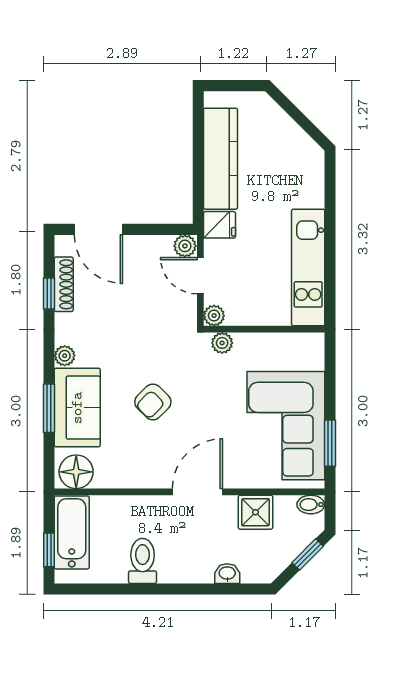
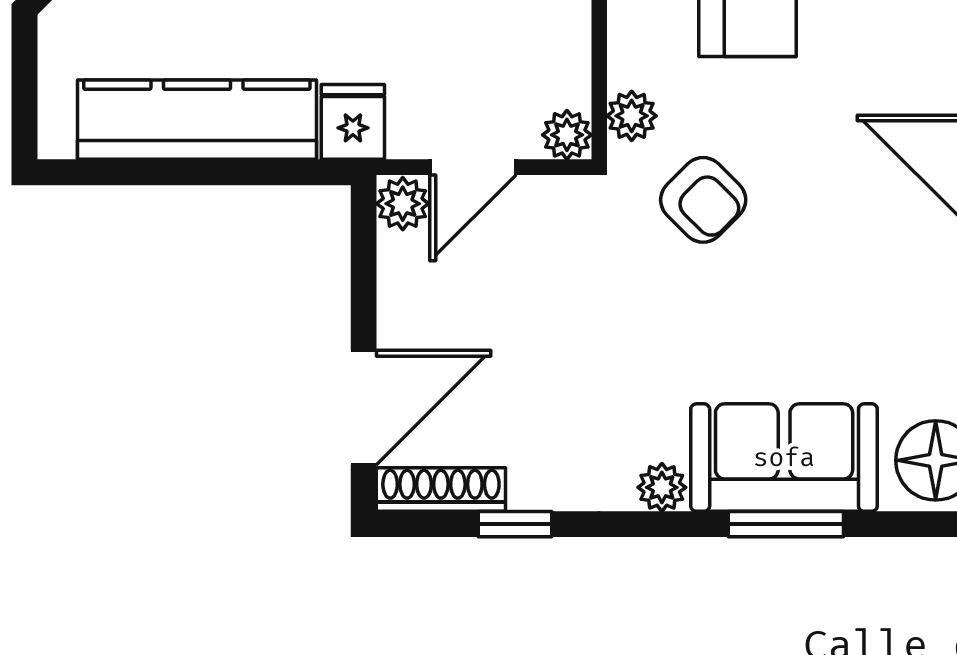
shoe rack: (64, 284) -> (441, 489), moved
armchair: (153, 402) -> (703, 200), moved

